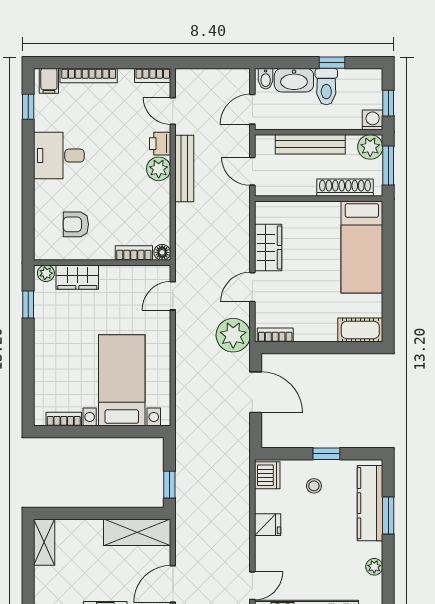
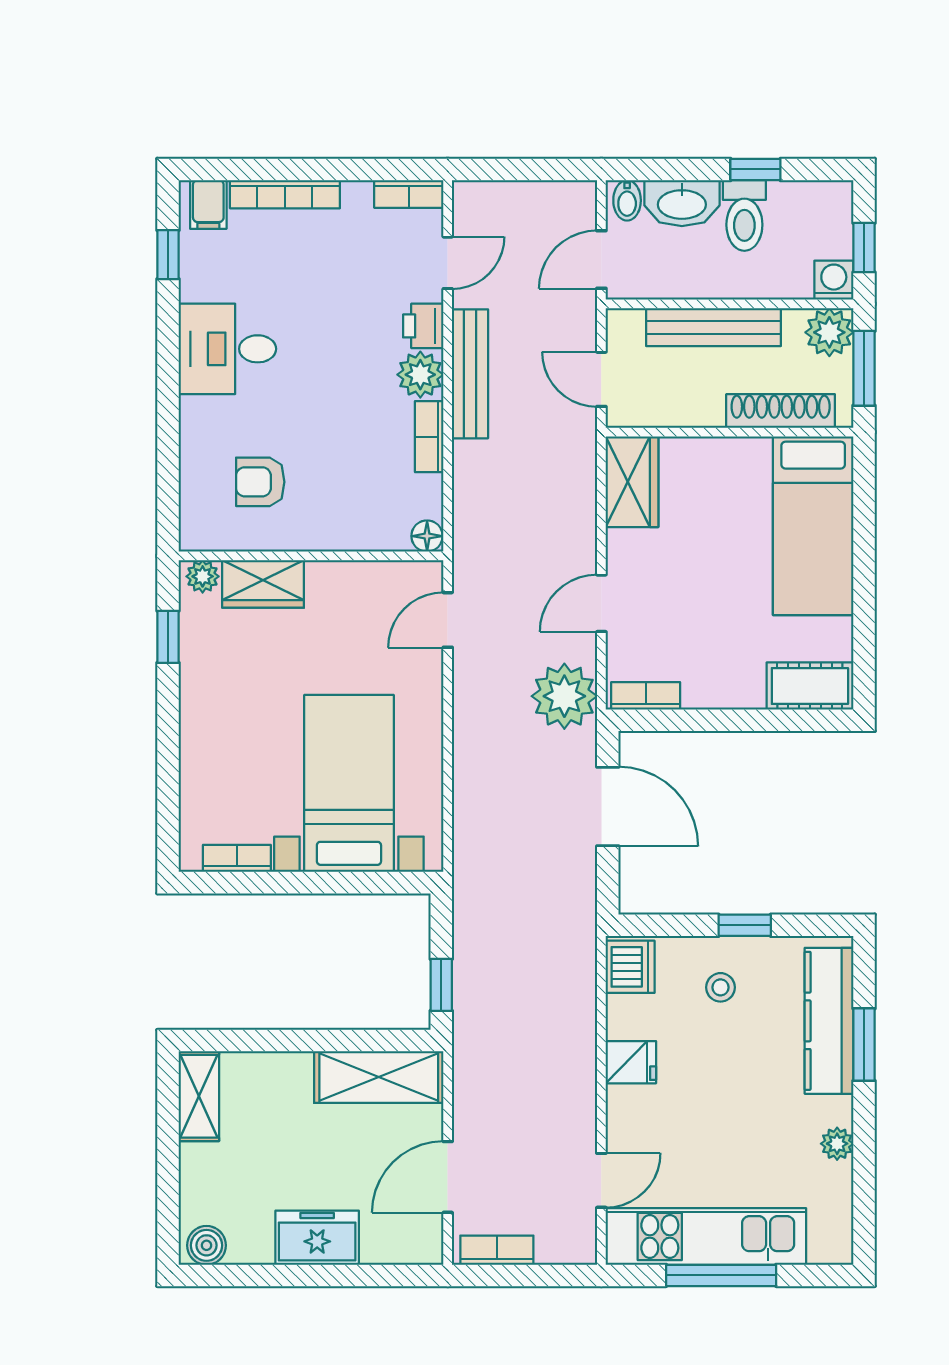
door: (173, 111) -> (448, 263), swing flipped
wardrobe: (268, 247) -> (632, 482), moved
bookcase: (134, 253) -> (429, 437), moved, turned -90

